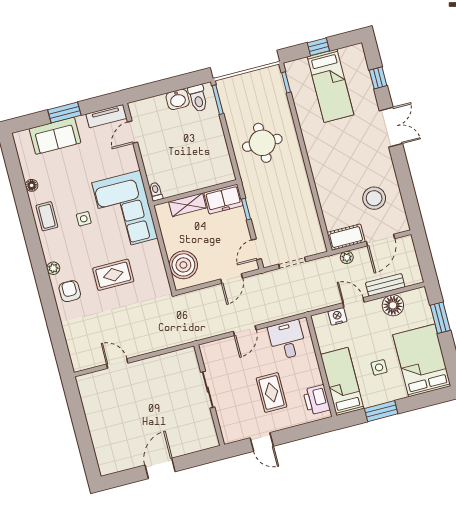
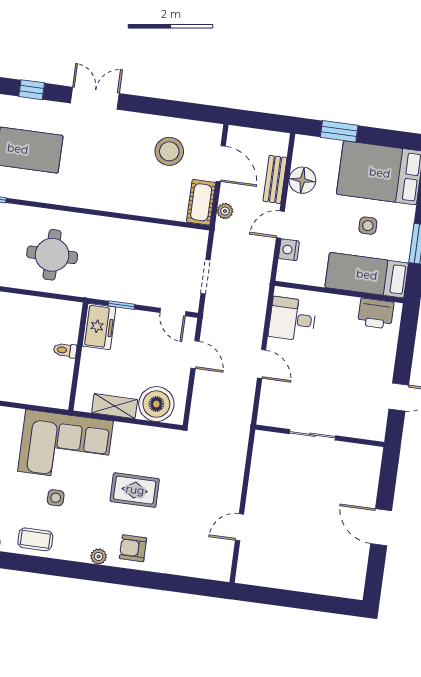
toilet: (156, 191) -> (65, 350), moved
shelving: (187, 205) -> (115, 406), moved, turned 90
rug: (113, 275) -> (135, 490), turned 90
rug: (271, 392) -> (346, 362), removed

